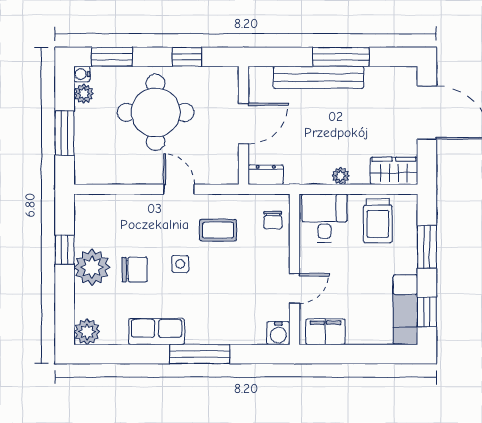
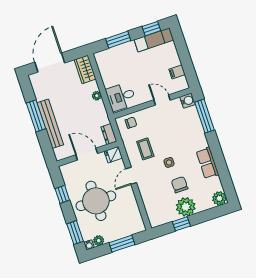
fridge: (227, 170) -> (113, 155), added
trolley: (378, 221) -> (113, 69), removed
filing cabinet: (325, 332) -> (177, 72), width x0.50
window: (200, 354) -> (205, 116), moved

